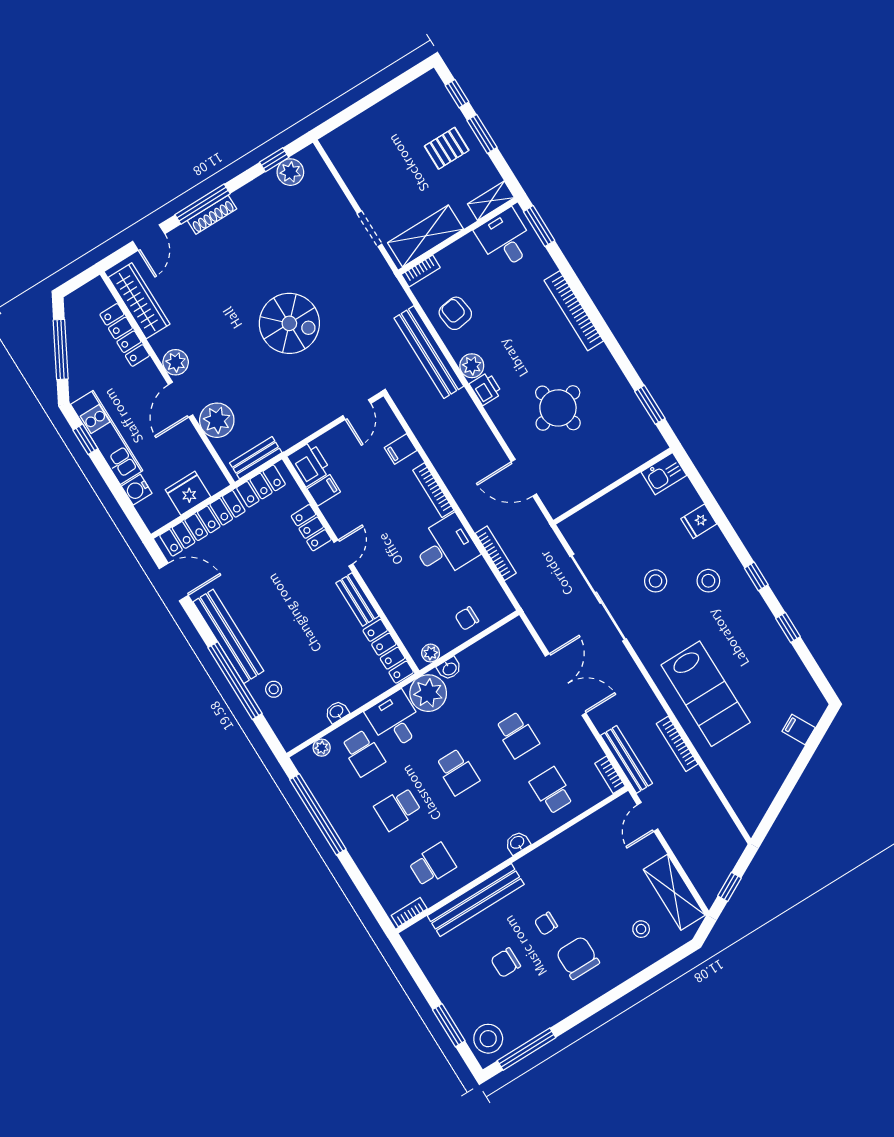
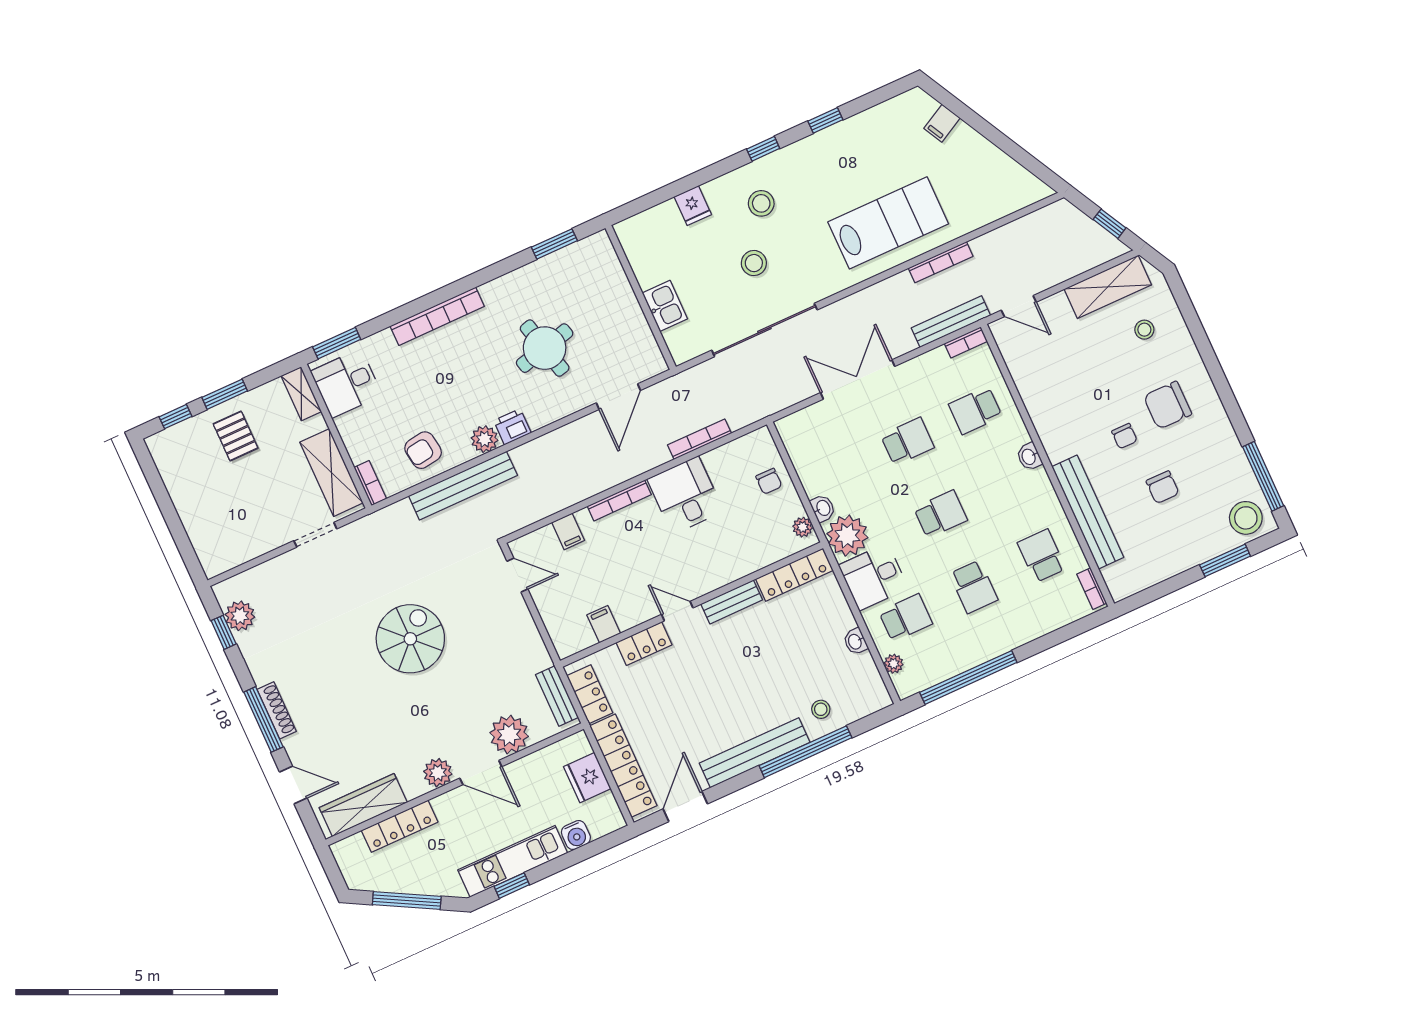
printer: (309, 464) -> (572, 637), removed
kitchen sink: (664, 474) -> (665, 306), moved

